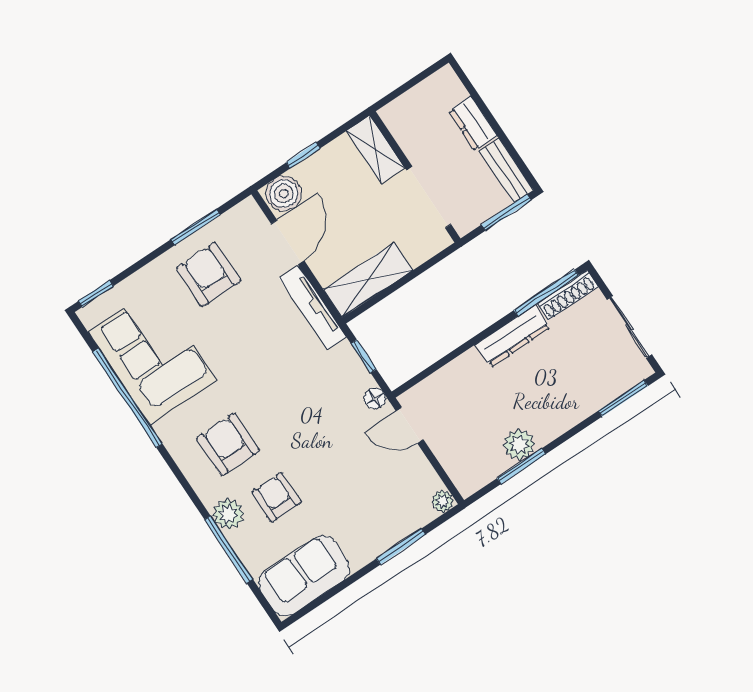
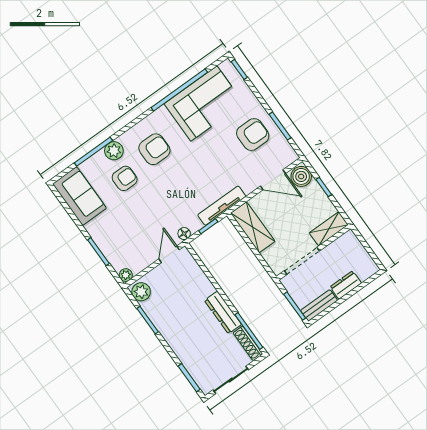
tv unit: (313, 308) -> (222, 206), moved
plant: (519, 445) -> (141, 292), moved

